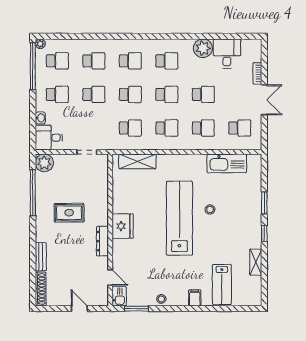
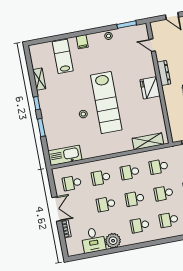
double door: (264, 100) -> (57, 209), swing flipped
kitchen sink: (227, 163) -> (65, 155), moved
kitchen sink: (119, 296) -> (142, 32), removed

